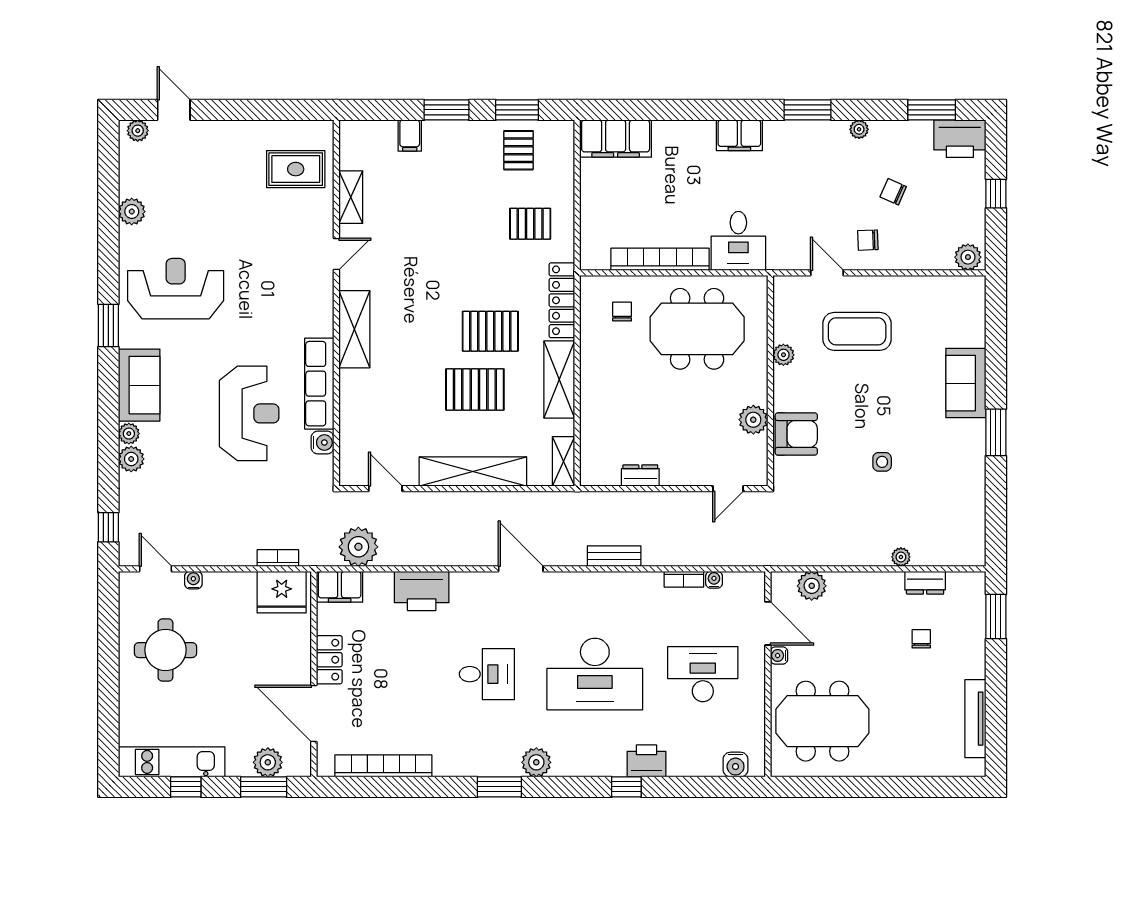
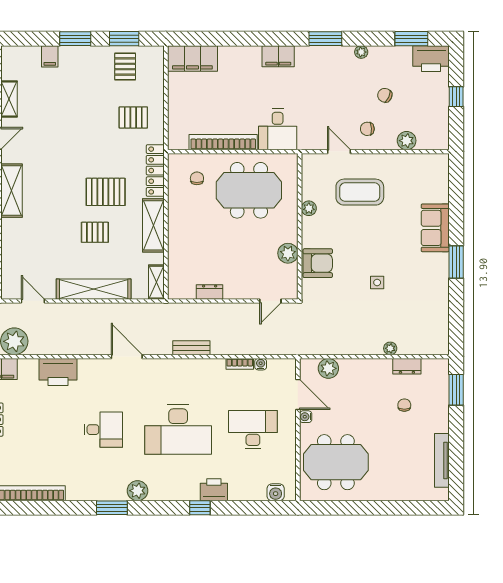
plant: (968, 257) -> (407, 141), moved
pallet: (475, 389) -> (95, 232), width x0.67, depth x0.71

